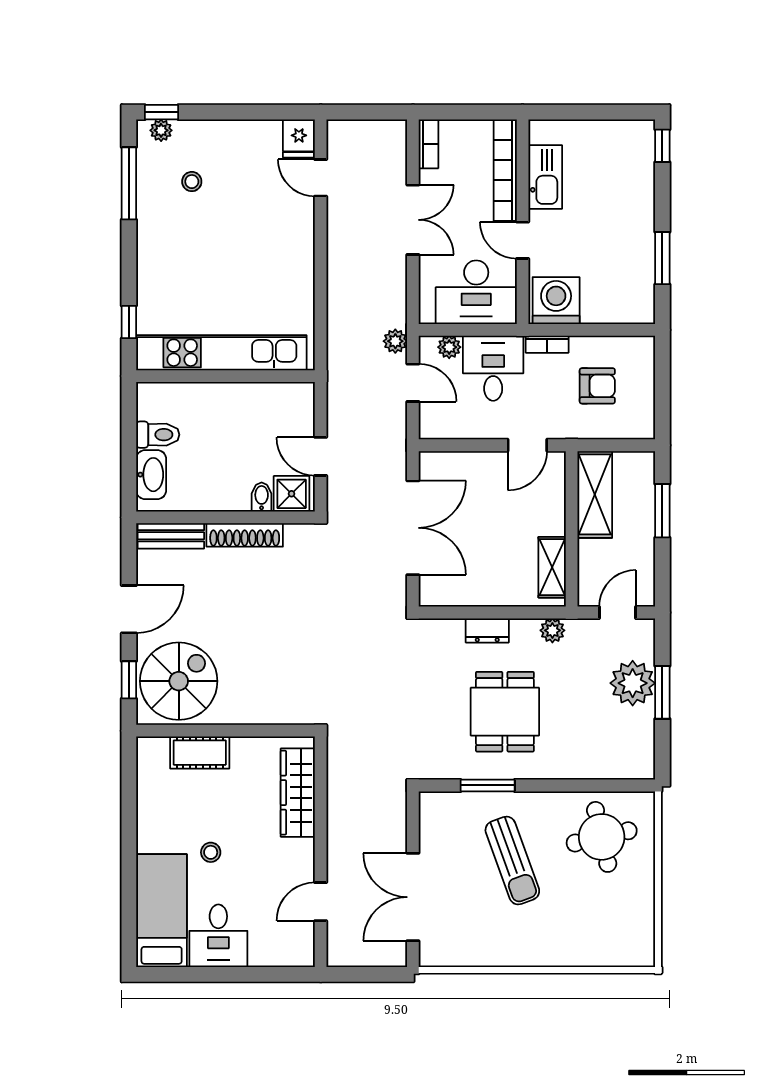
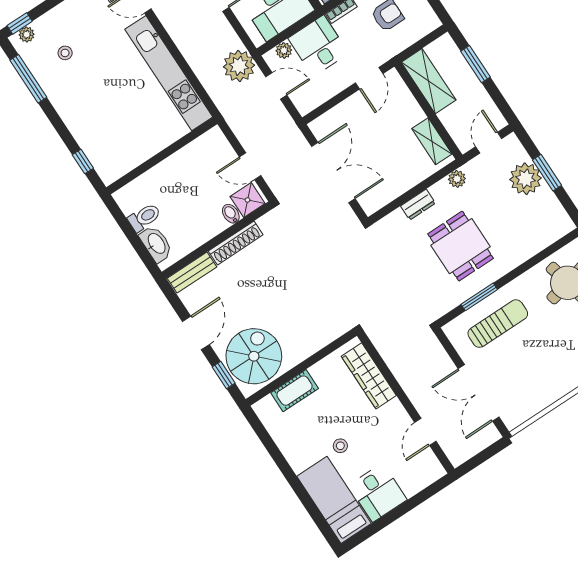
plant: (395, 341) -> (239, 66), width x1.88, depth x1.88
kitchen unit: (221, 353) -> (169, 73), moved, turned -90
sun lounger: (512, 861) -> (498, 324), moved, turned -70

